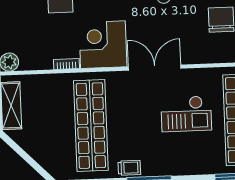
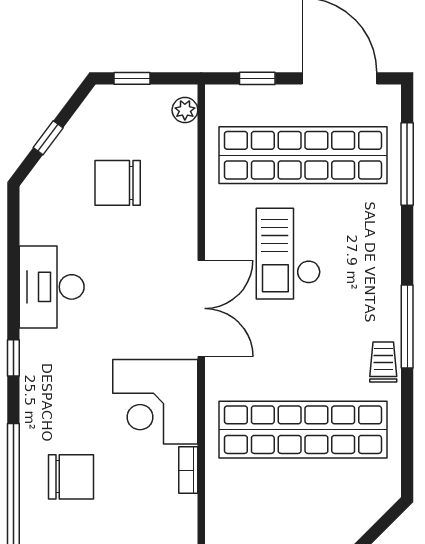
double door: (155, 68) -> (201, 308), swing flipped
checkout: (186, 114) -> (288, 254), turned 180

